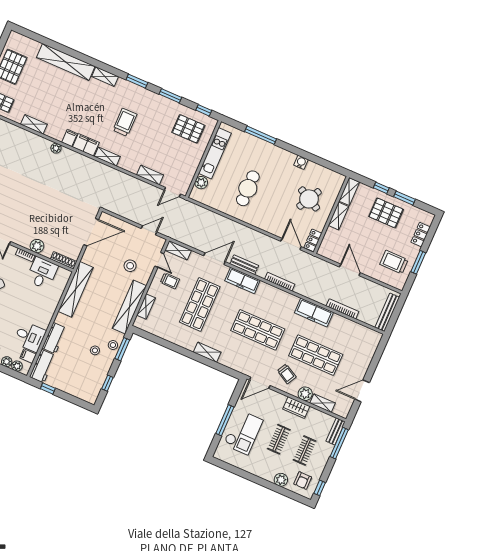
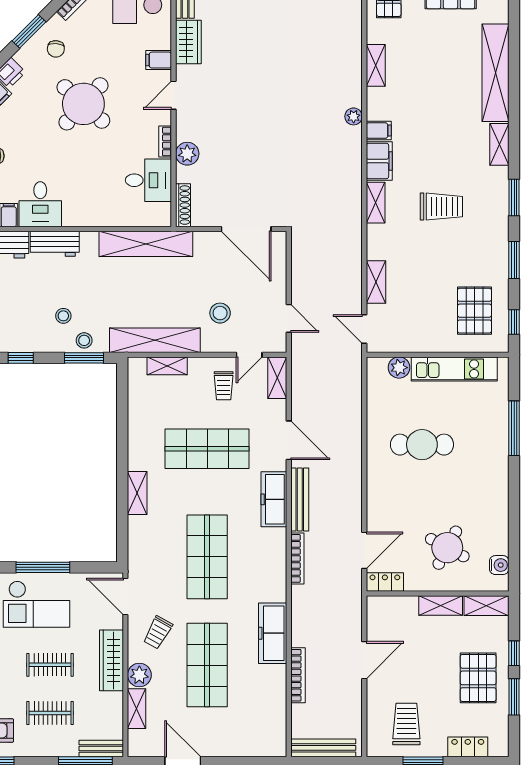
water cooler: (301, 162) -> (499, 565), moved
bench: (244, 265) -> (300, 500), width x1.36
wardrobe: (296, 408) -> (112, 660), width x1.50

